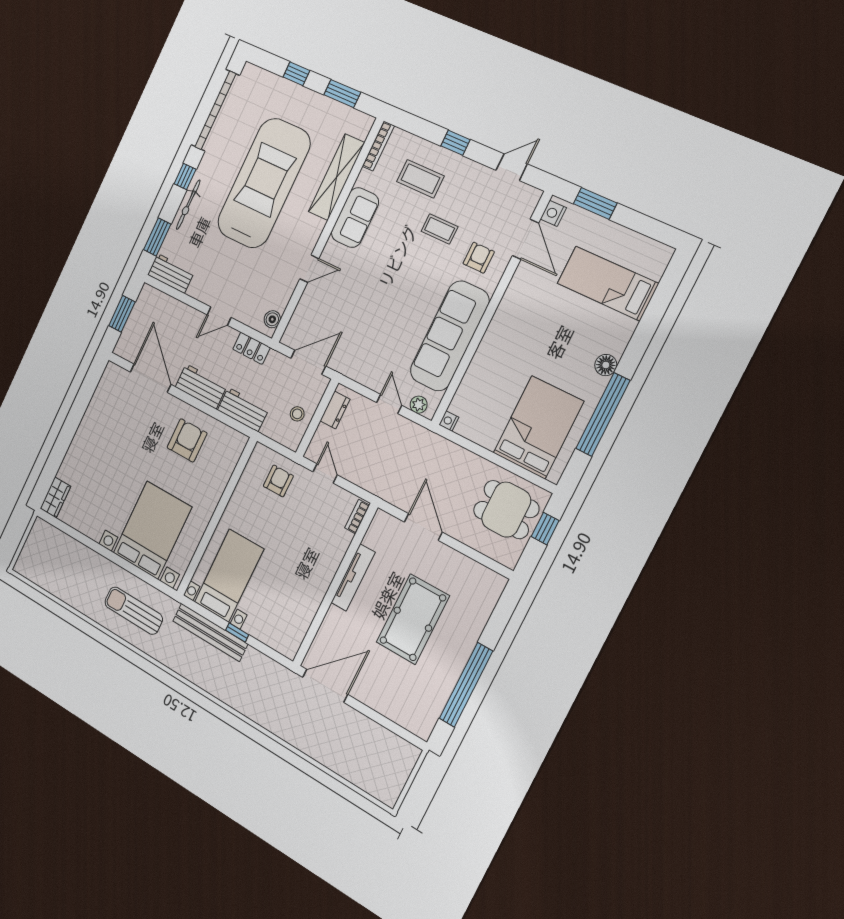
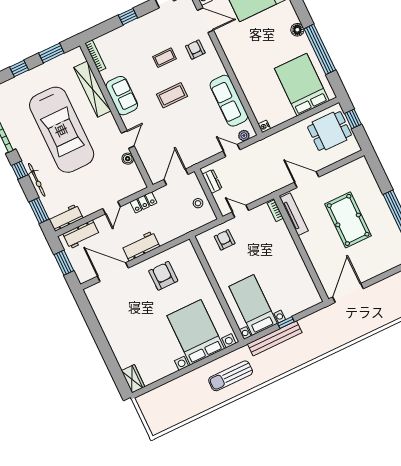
coffee table: (420, 179) -> (172, 95), moved
car: (264, 183) -> (62, 130), turned 180
boiler: (272, 319) -> (128, 159), moved
sofa: (450, 336) -> (229, 101), width x0.74, depth x0.79
workbench: (243, 410) -> (81, 234), moved, turned 180
tv unit: (353, 577) -> (294, 214), moved

